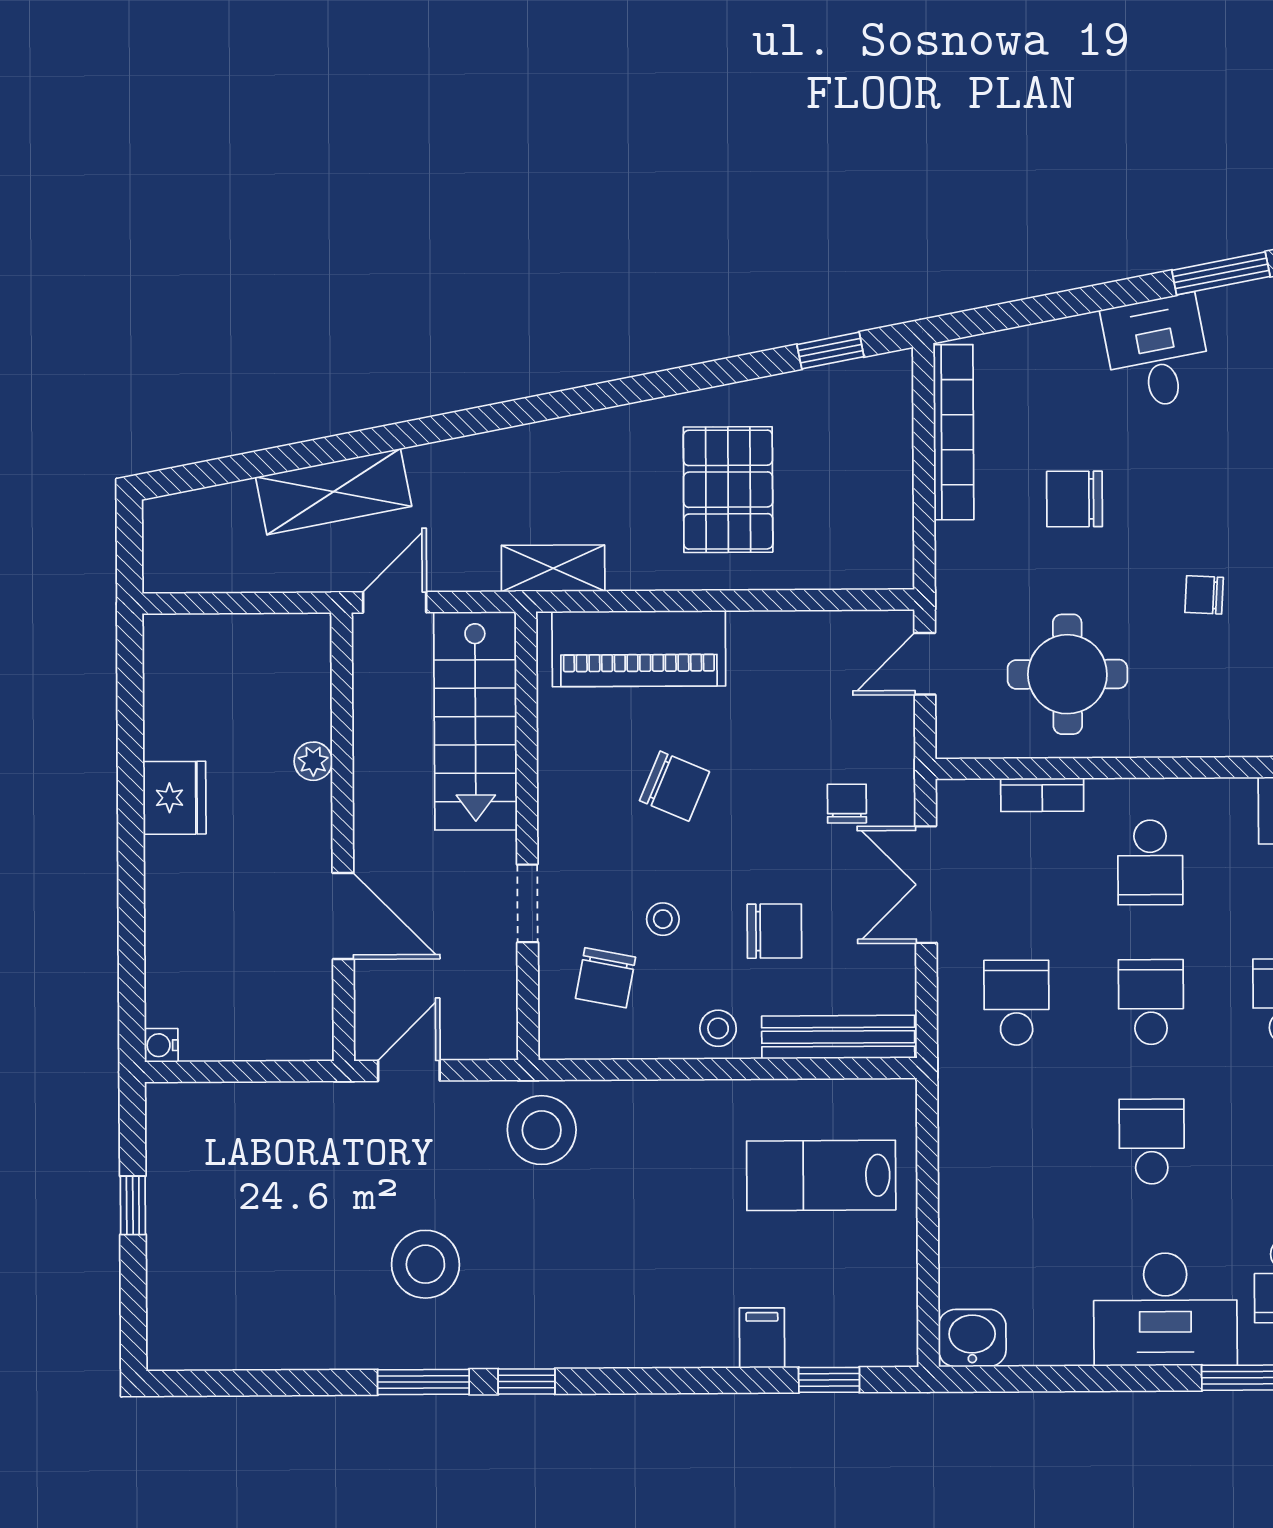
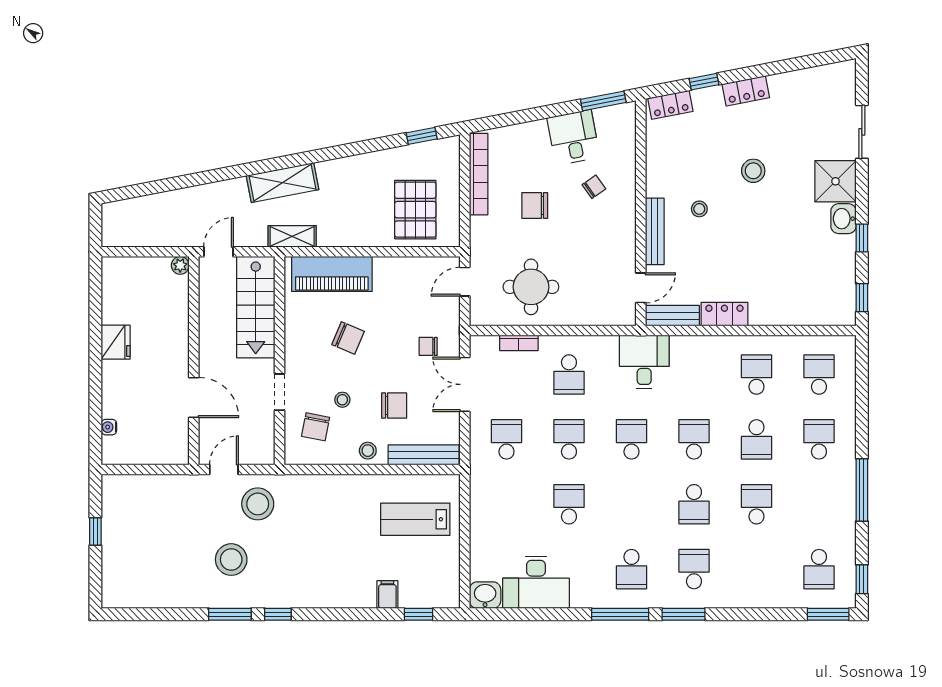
pallet: (728, 490) -> (415, 210), moved
shelving: (334, 492) -> (282, 183), moved
chair: (1204, 595) -> (594, 187), moved, turned 142
plant: (313, 761) -> (180, 265), moved
chair: (847, 804) -> (428, 346), turned -90
water cooler: (161, 1045) -> (109, 427), moved
stool: (542, 1130) -> (258, 504), moved
desk: (1165, 1309) -> (536, 582), moved

